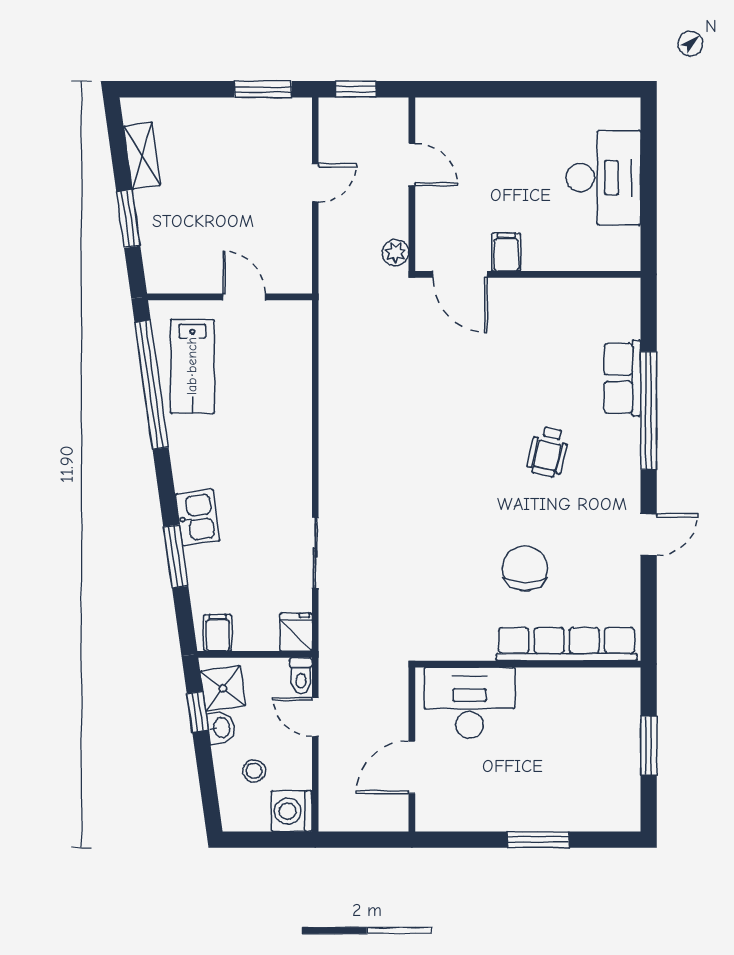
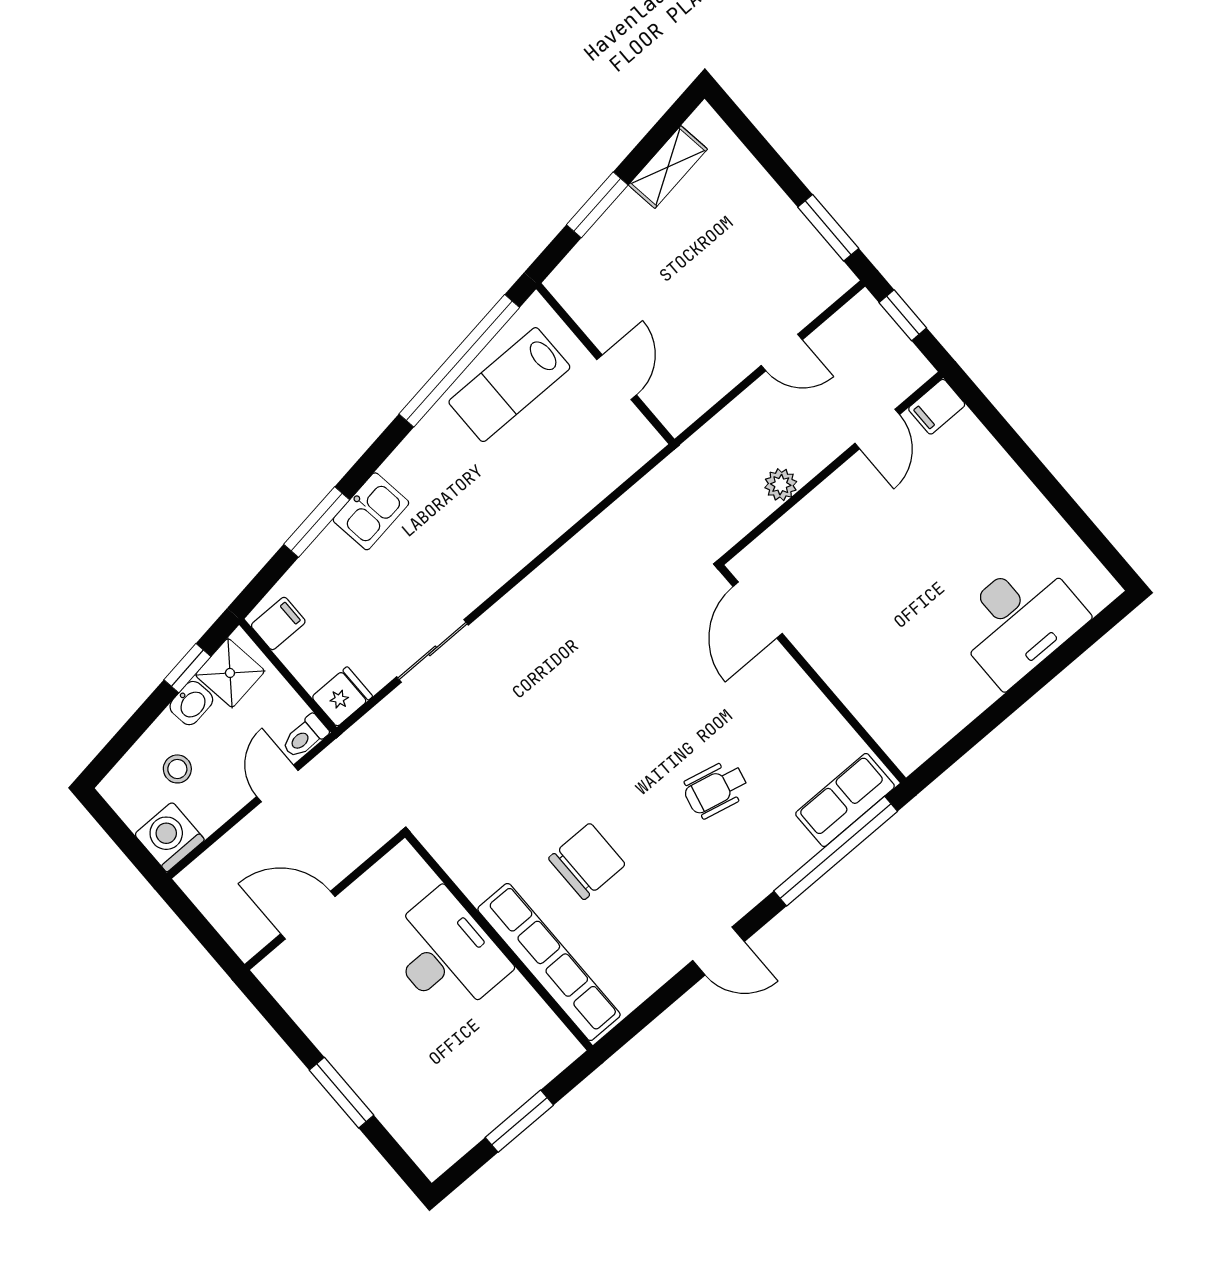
filing cabinet: (506, 252) -> (937, 407), moved, turned 180
door: (460, 274) -> (758, 610), moved
wall: (528, 274) -> (812, 674), moved
desk: (470, 703) -> (446, 954), moved

